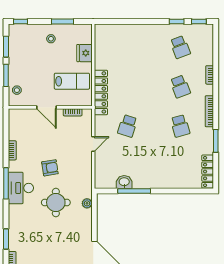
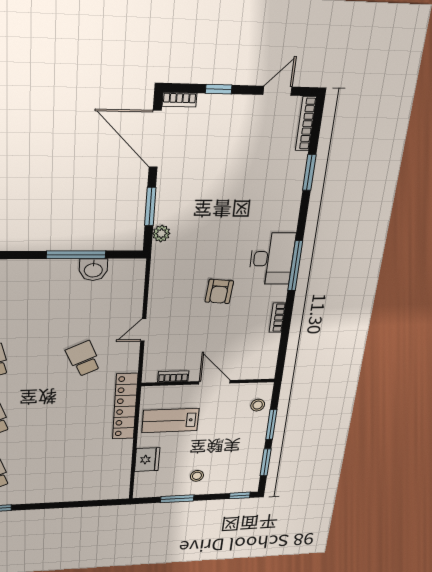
school desk: (128, 126) -> (84, 359), turned -42
armchair: (50, 168) -> (219, 291), turned -76
round table: (56, 202) -> (216, 235), removed
window: (94, 219) -> (150, 206), added

